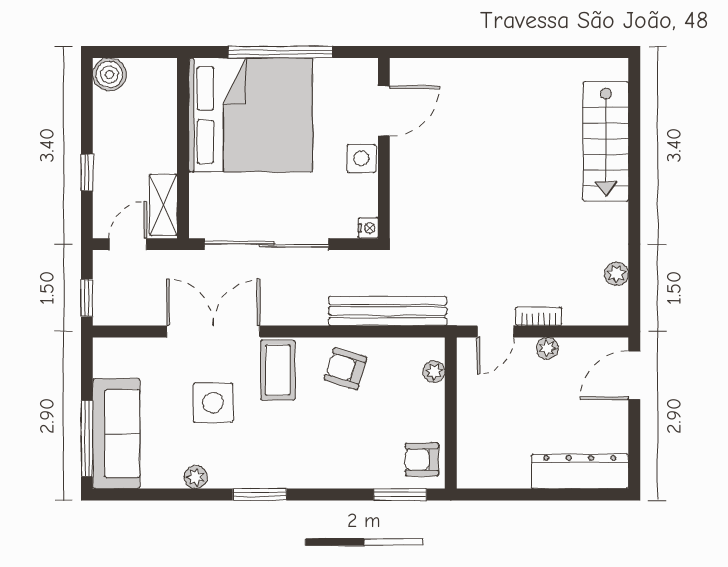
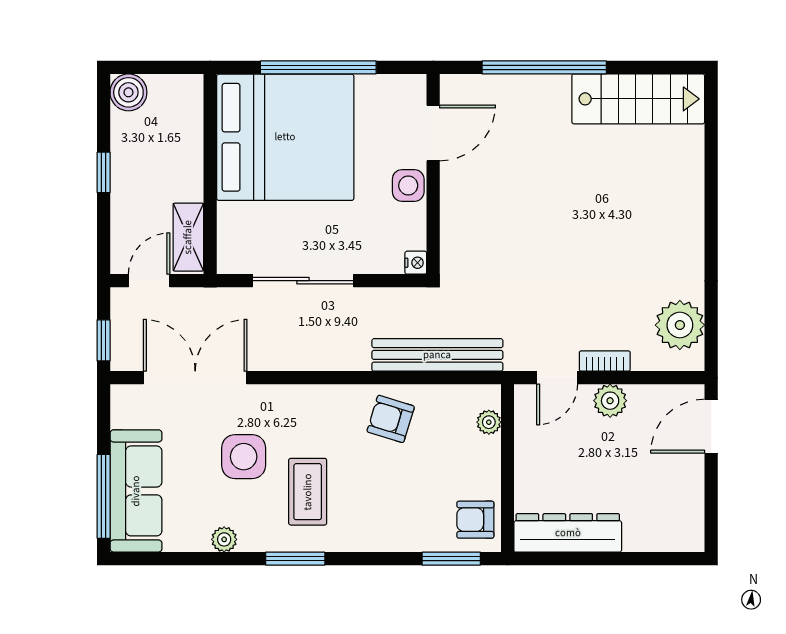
window: (484, 52) -> (544, 67), added
stairs: (606, 141) -> (638, 99), moved, turned -90
window: (87, 172) -> (104, 172), moved
sliding door: (267, 244) -> (303, 281), width x0.73
plant: (616, 274) -> (680, 325), width x1.87, depth x1.87
double door: (213, 331) -> (195, 378), moved
plant: (547, 348) -> (610, 401), width x1.38, depth x1.38
coffee table: (278, 370) -> (308, 492), moved
dresser: (580, 471) -> (568, 533), moved

